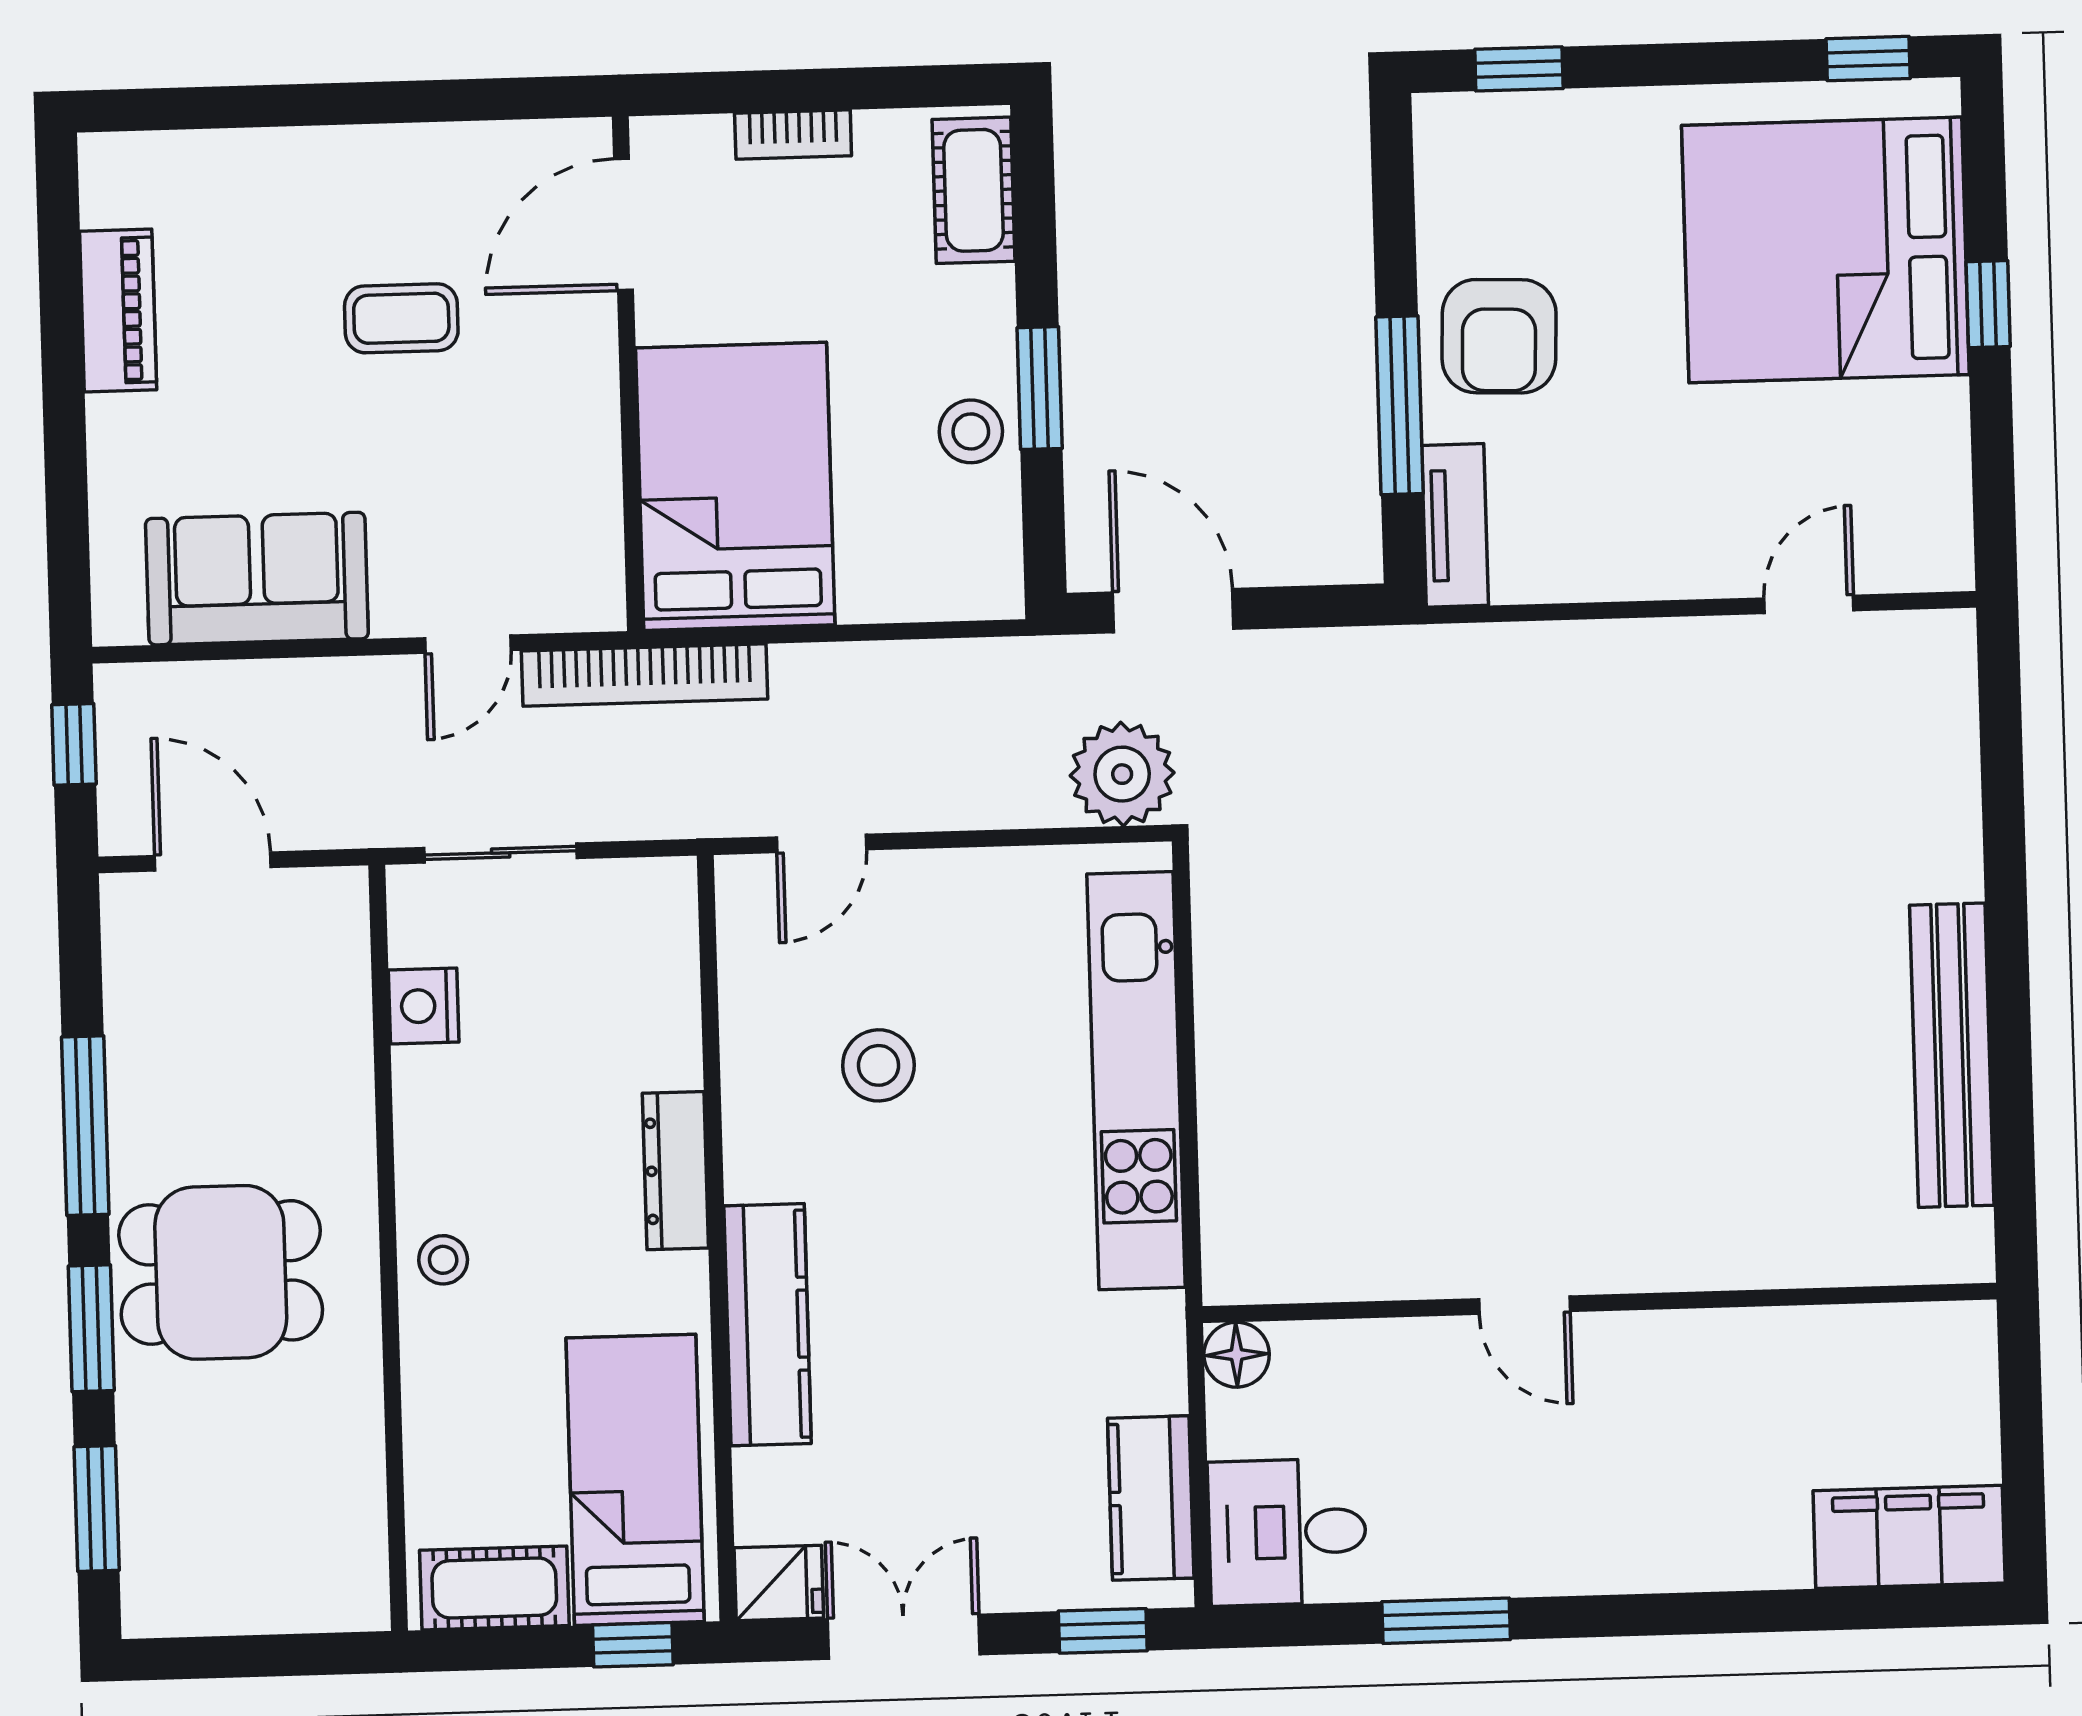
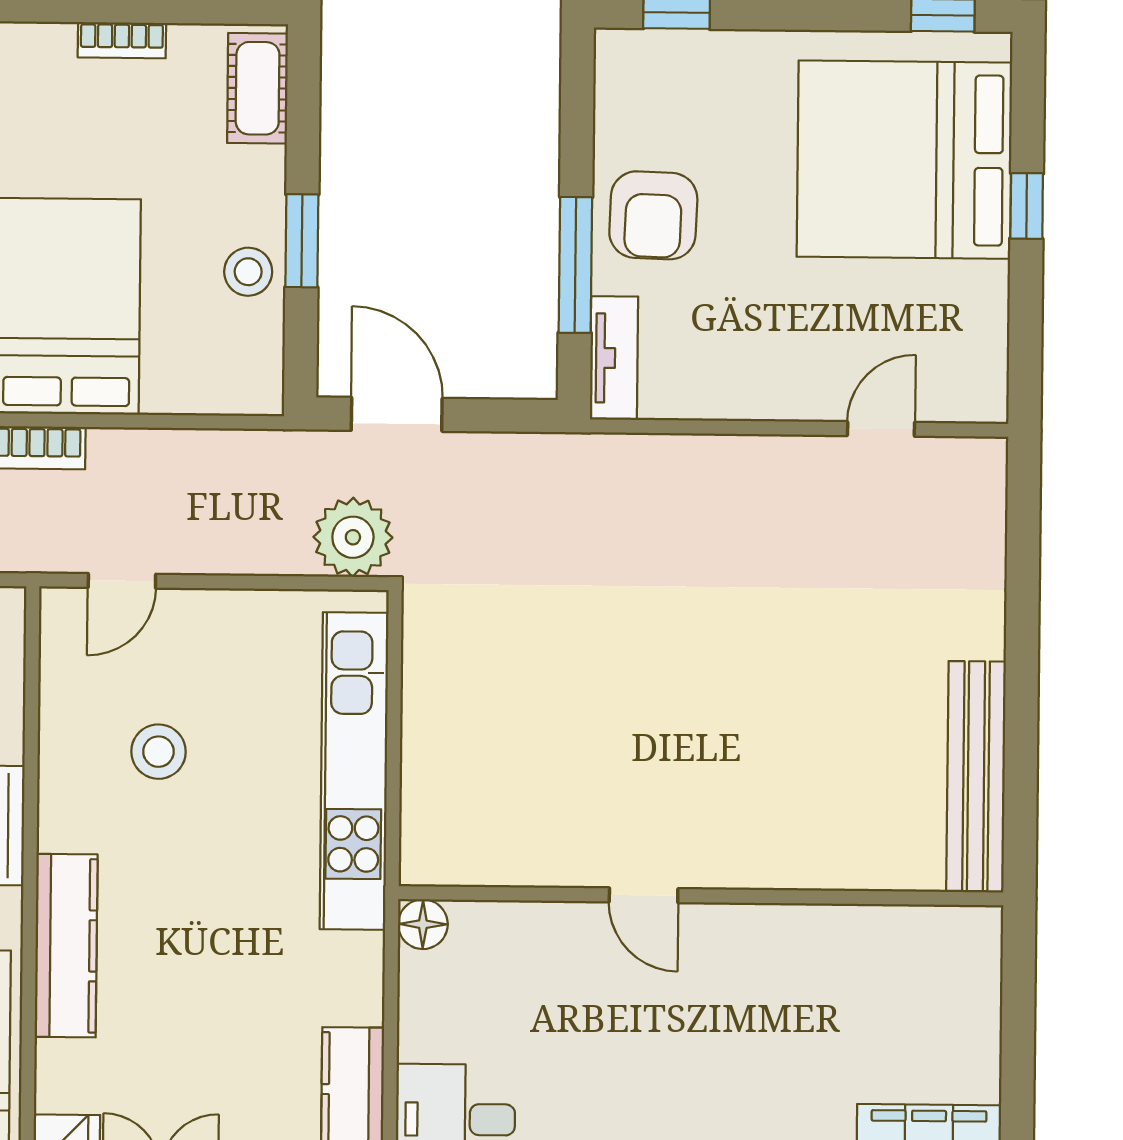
wall: (1600, 1303) -> (701, 896), moved
door: (1524, 1305) -> (644, 895), moved
floor lamp: (1237, 1355) -> (423, 924), moved

